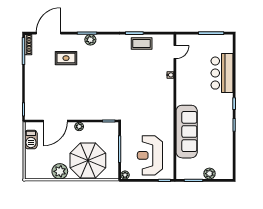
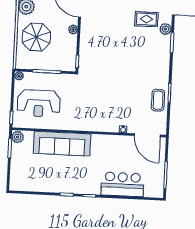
plant: (90, 40) -> (166, 29), moved
door: (175, 52) -> (147, 135), width x1.88
rug: (66, 58) -> (146, 19), turned 90
reception desk: (150, 155) -> (39, 103), turned 180
parasol: (88, 160) -> (36, 37), width x0.73, depth x0.73
plant: (210, 174) -> (18, 137), moved

